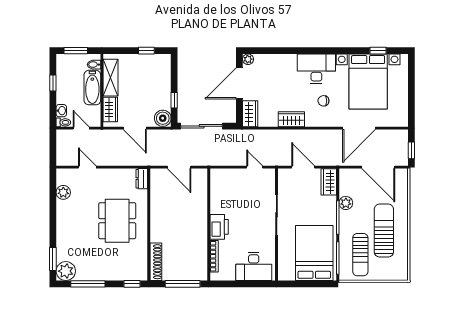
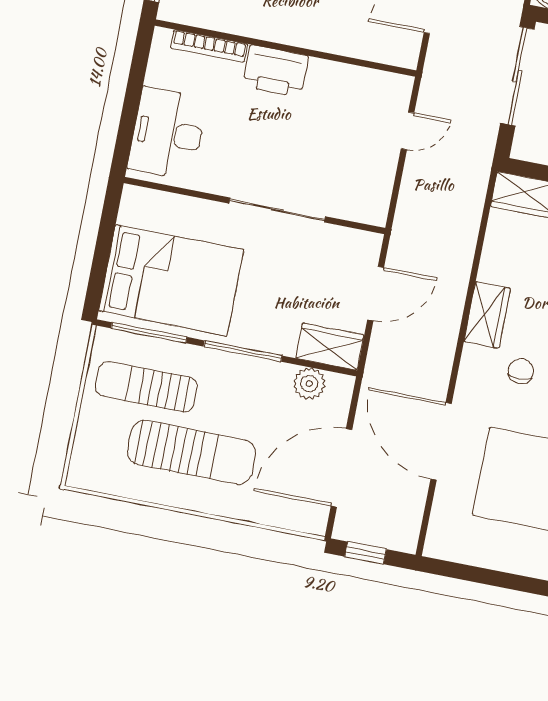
wardrobe: (291, 119) -> (487, 315), moved
door: (255, 167) -> (408, 131), moved
plant: (346, 203) -> (309, 384), moved

